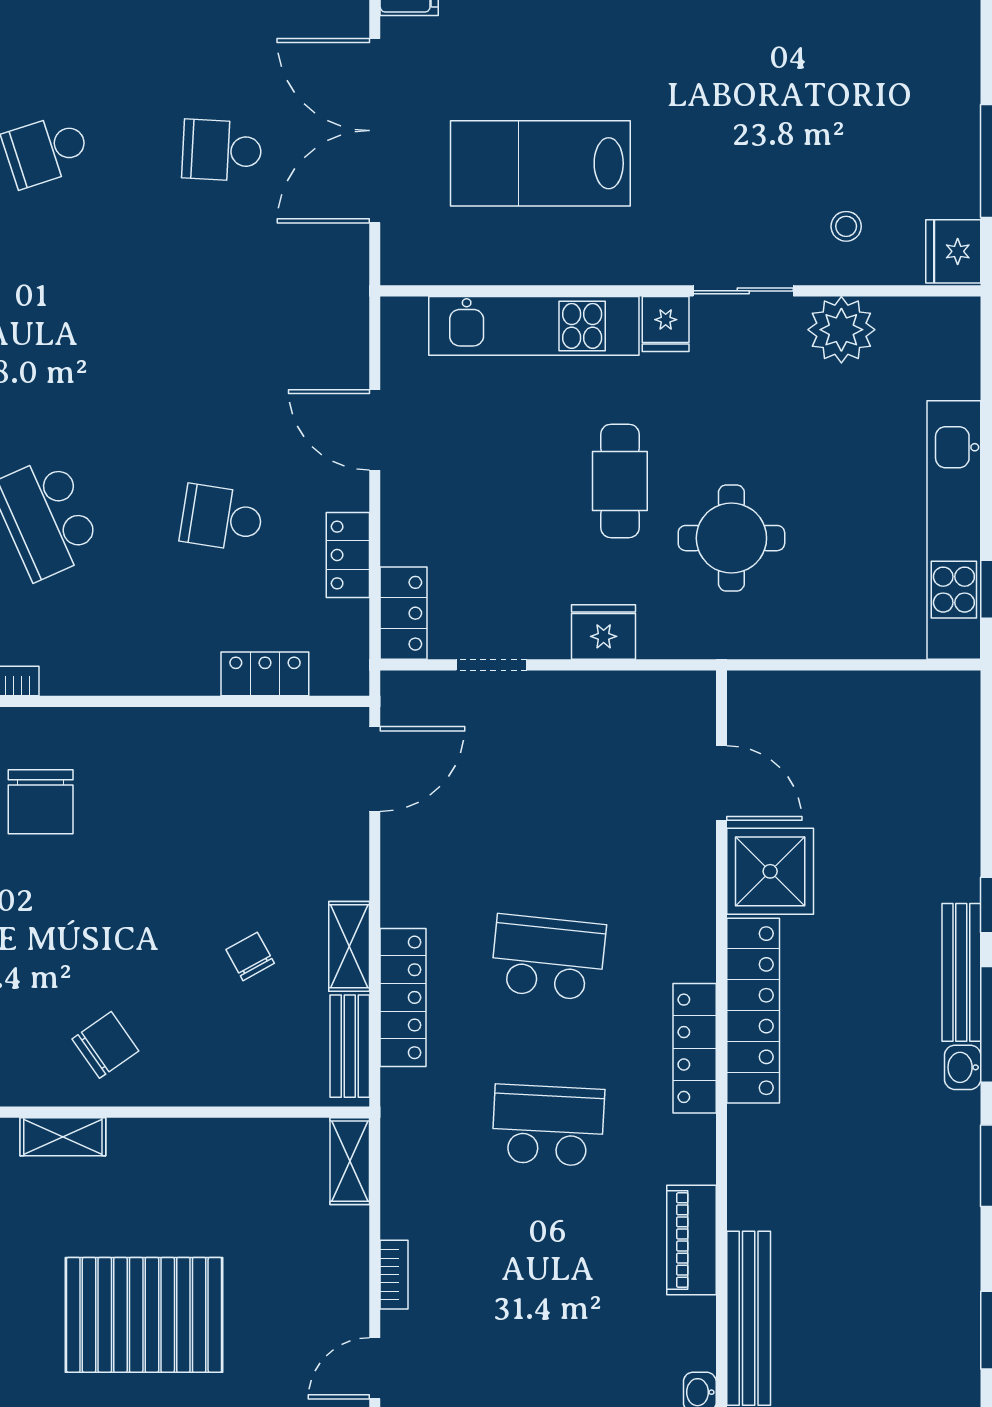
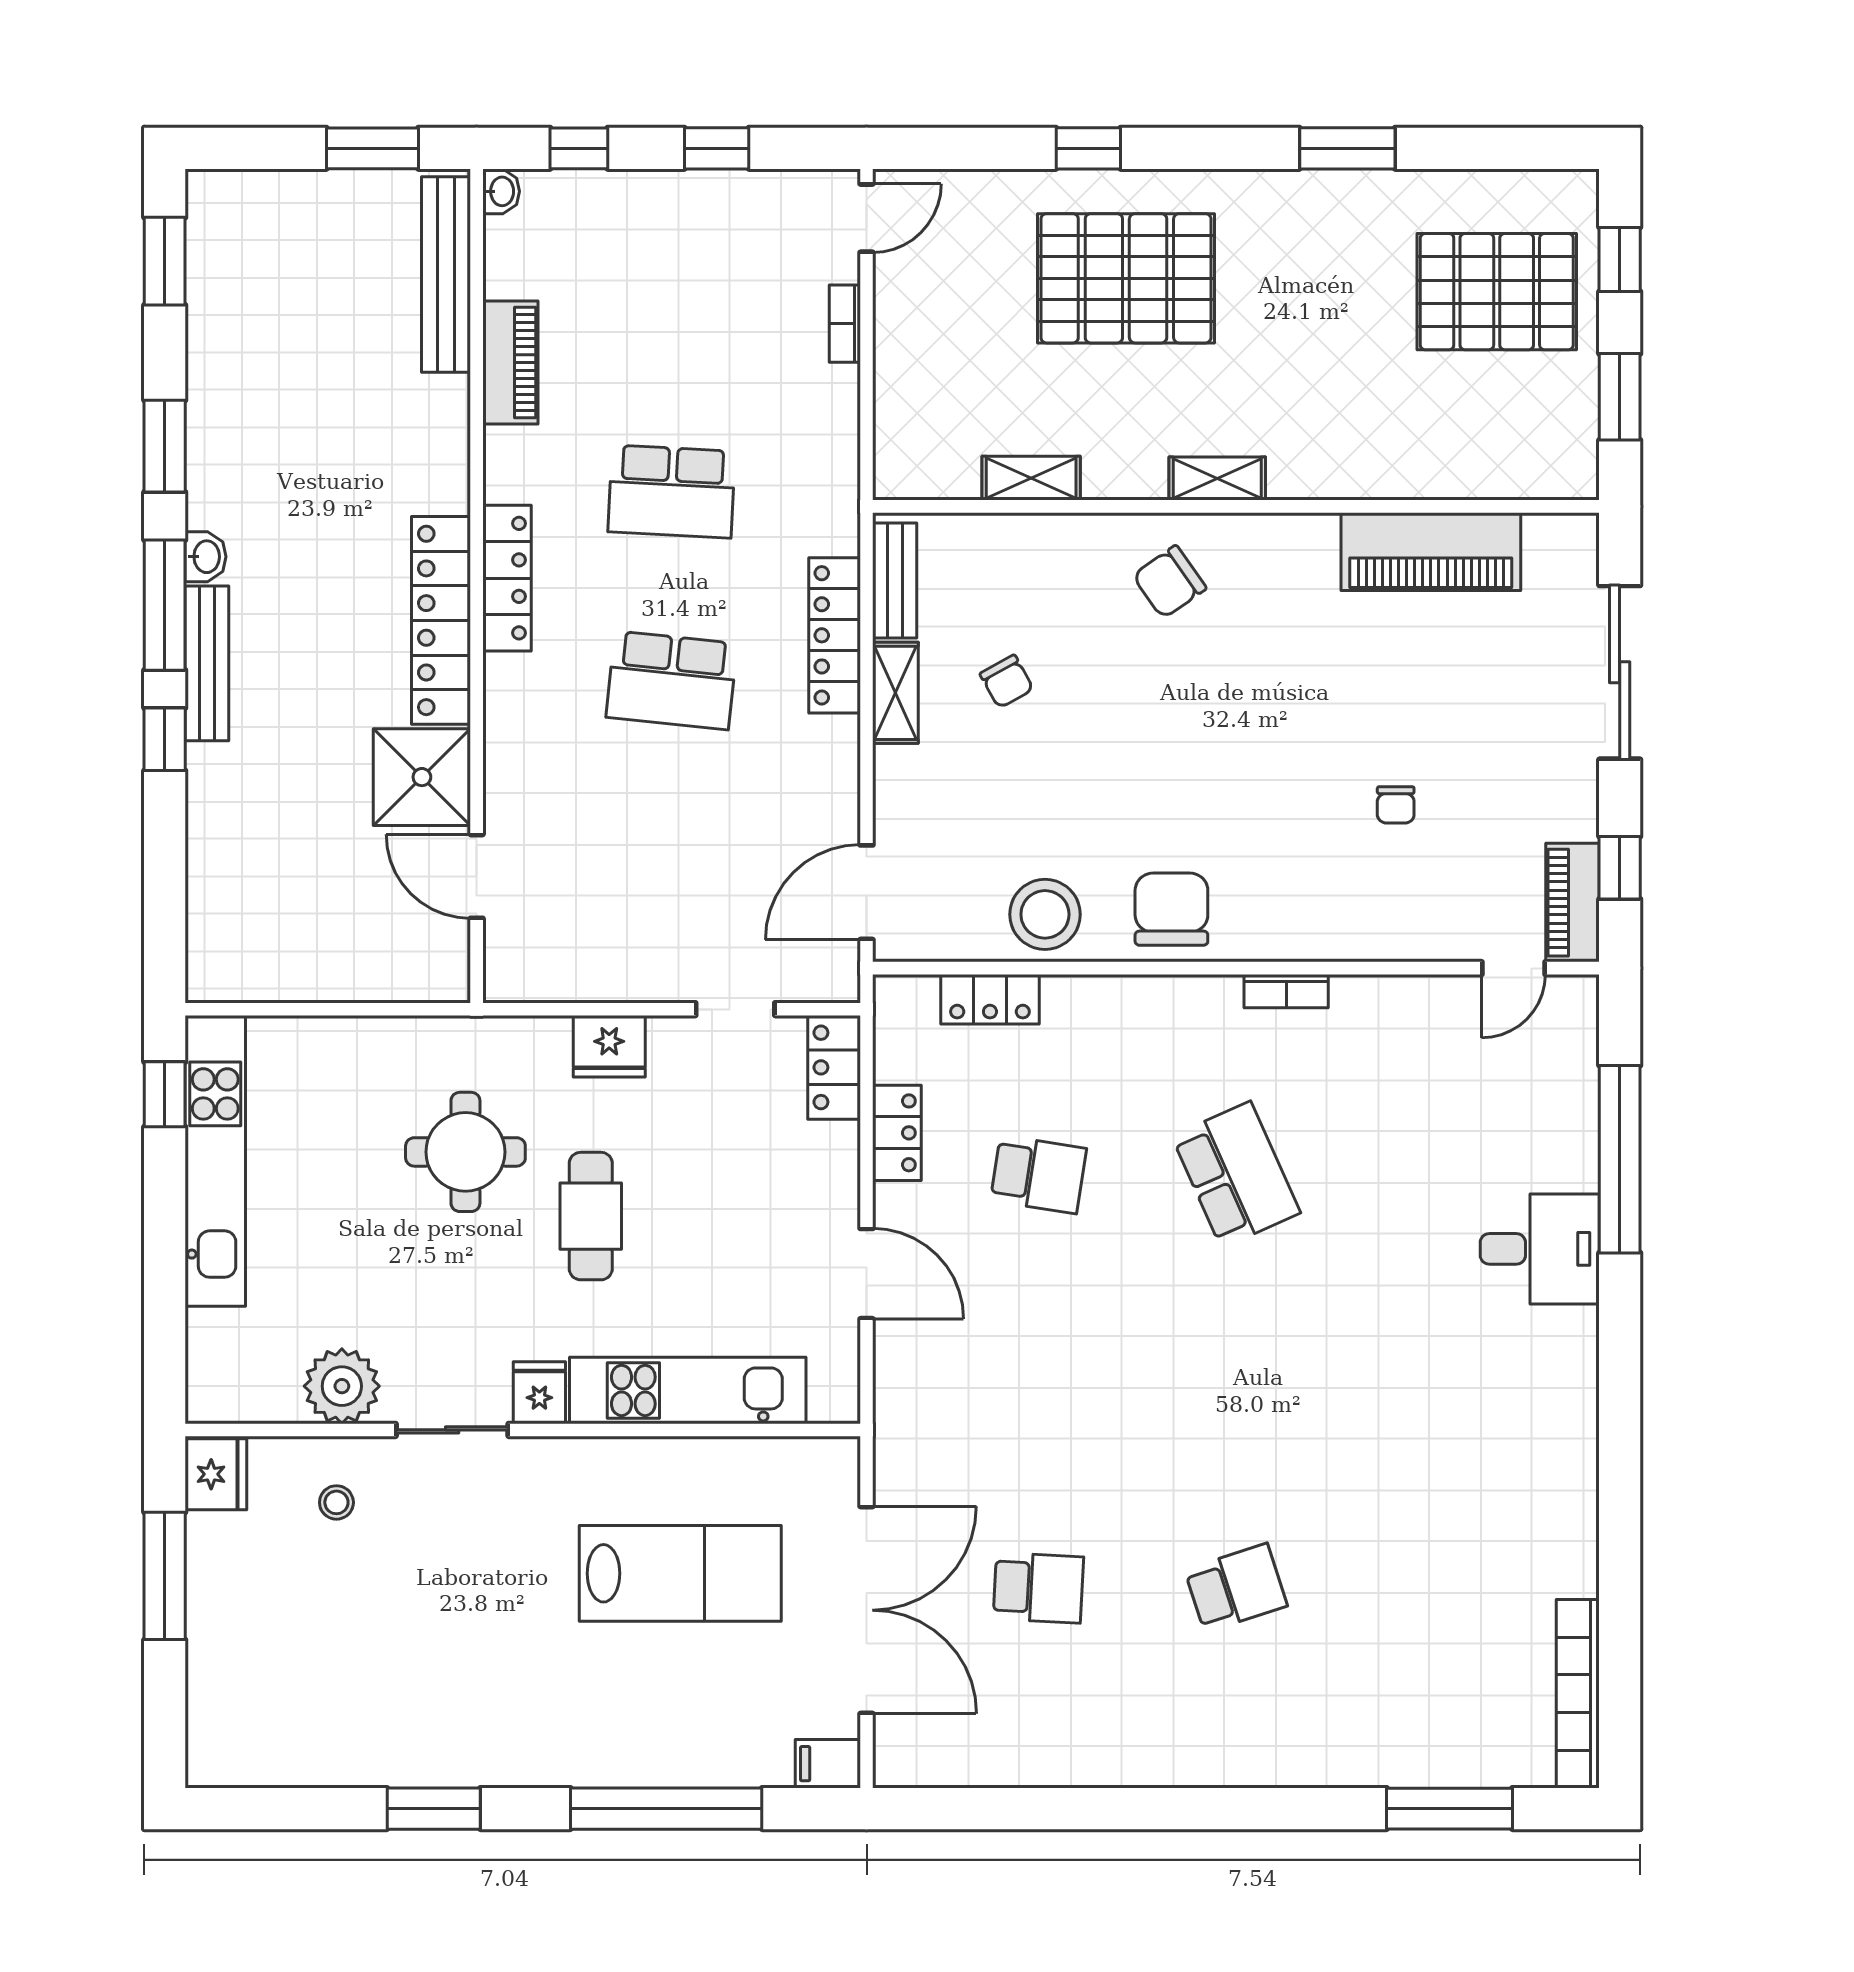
stool: (216, 749) -> (1045, 914), added
chair: (41, 802) -> (1171, 909), moved
shelving: (350, 1161) -> (1031, 478), moved, turned 90

